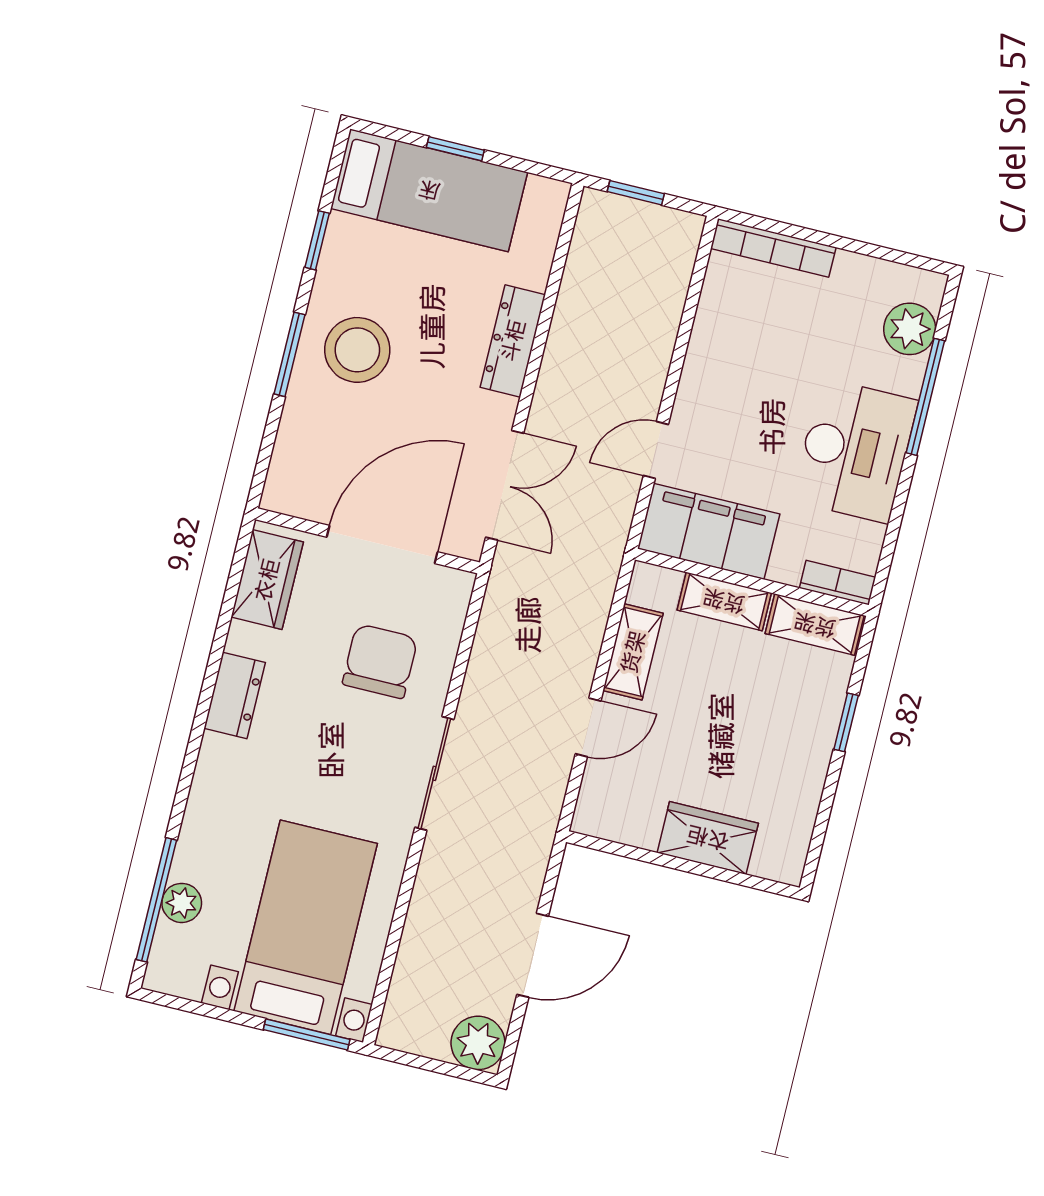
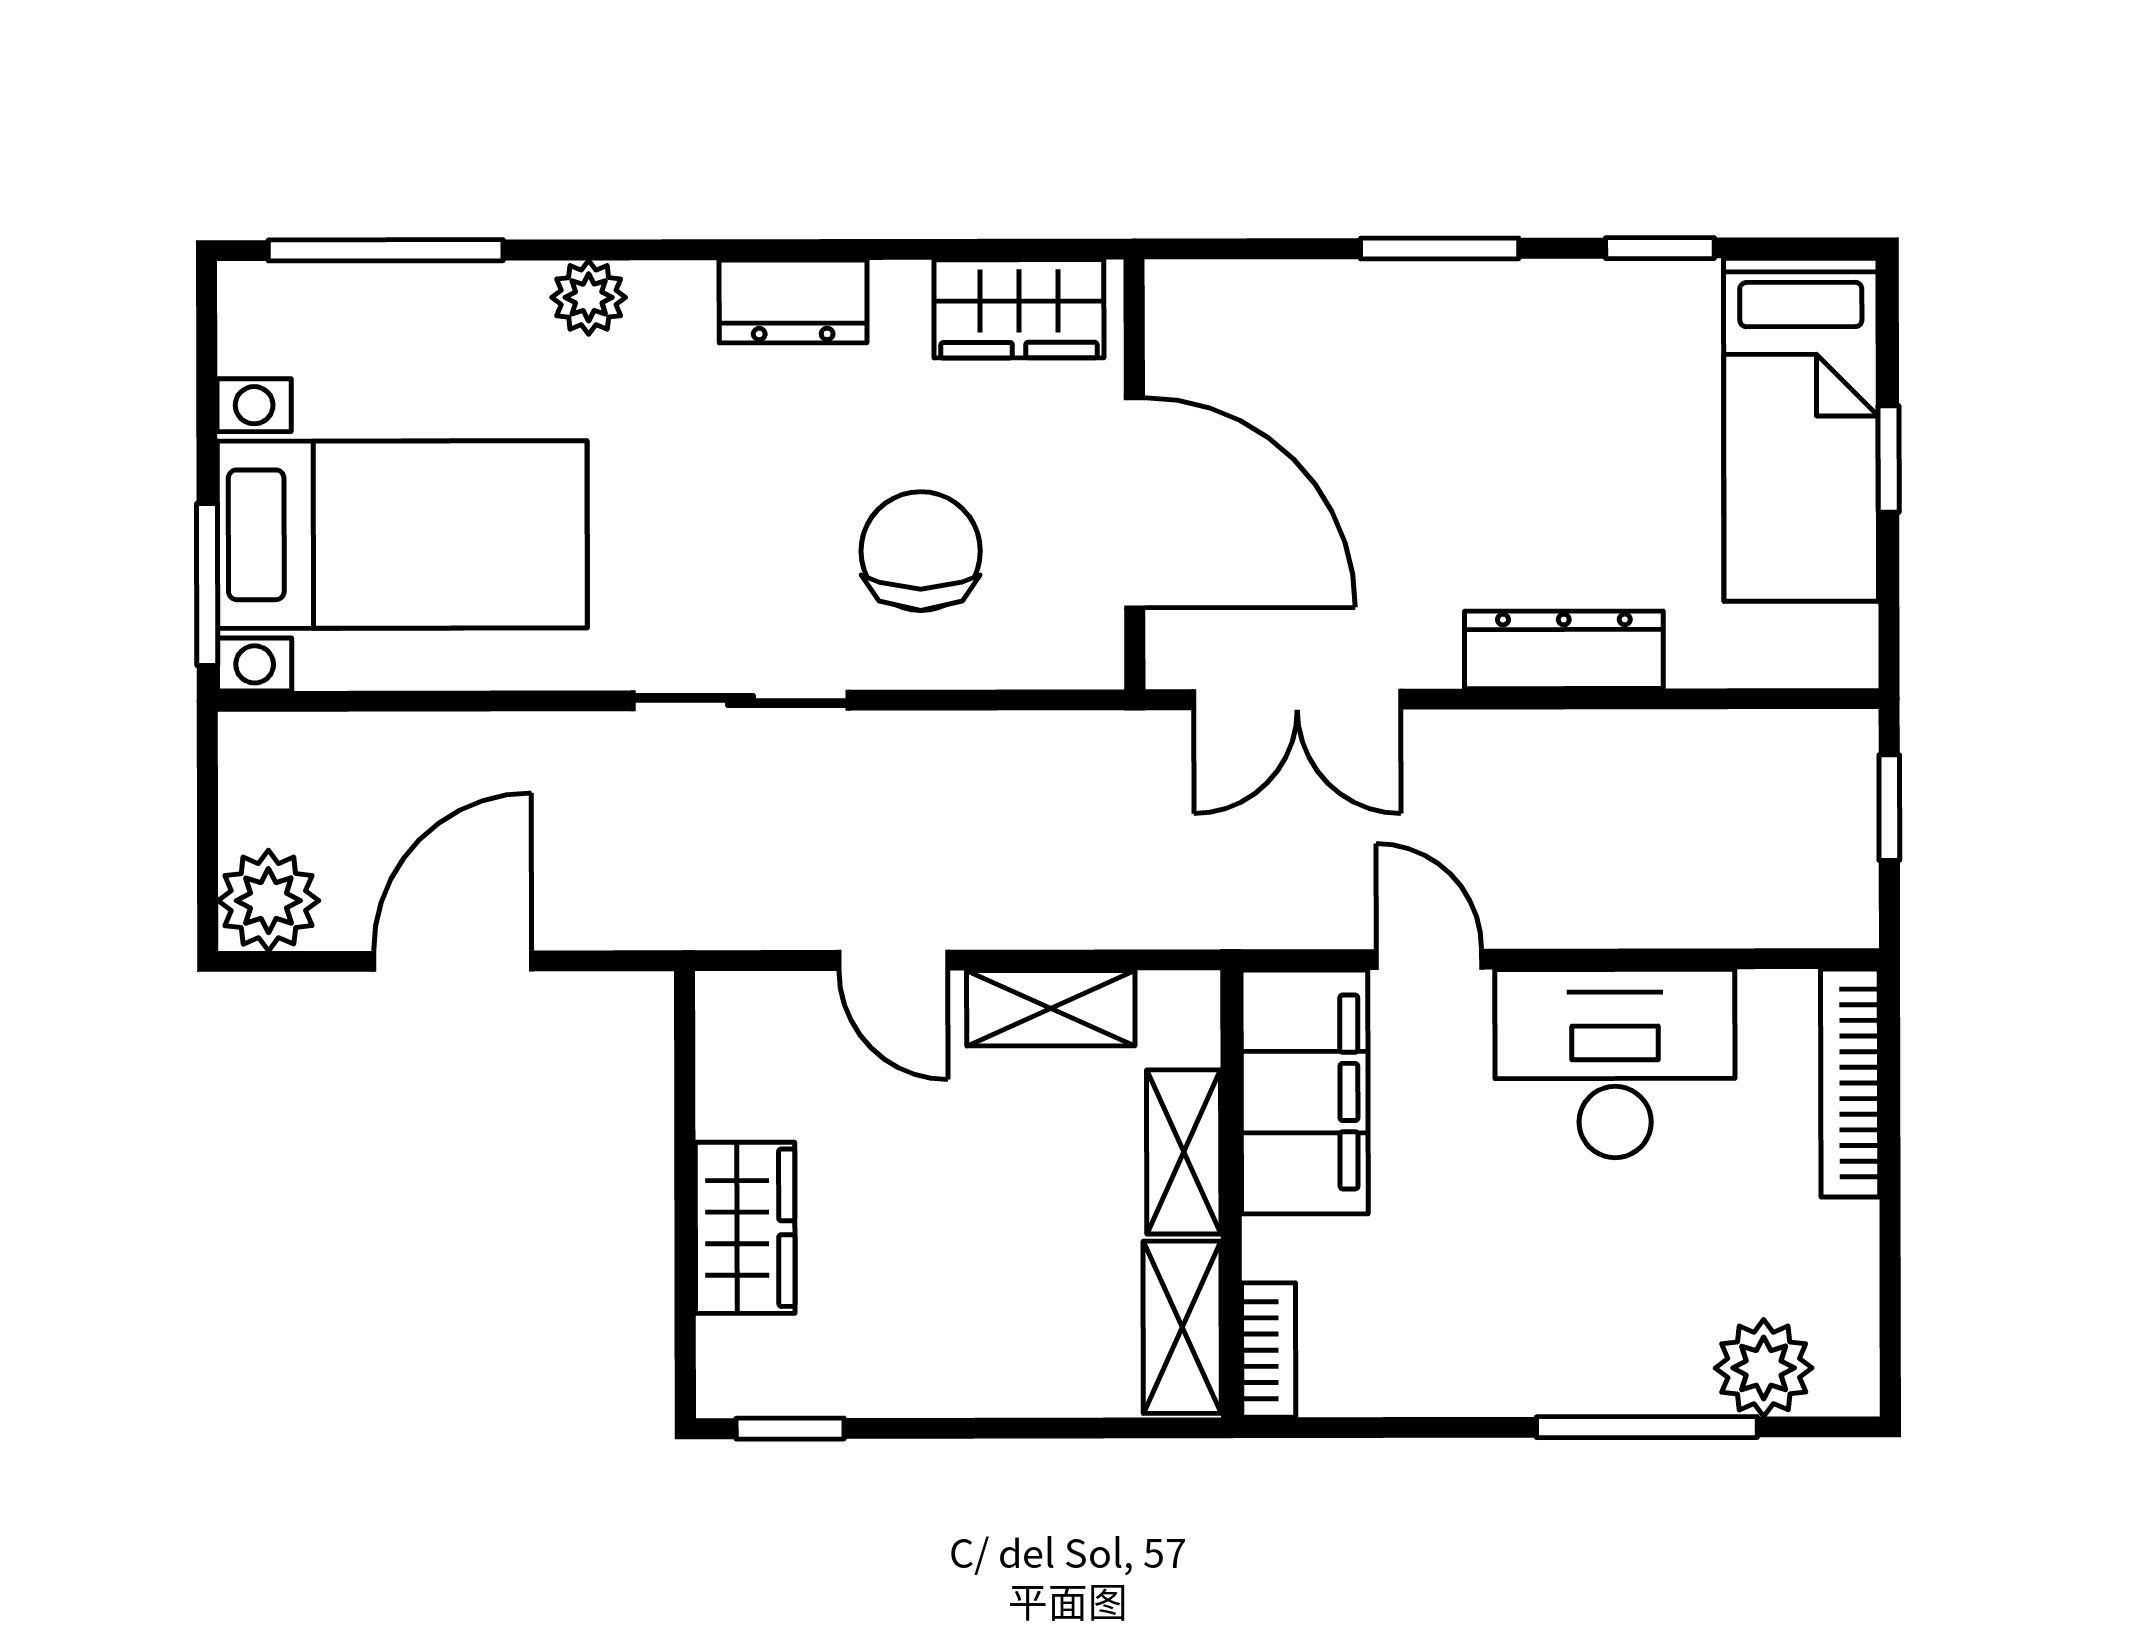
stool: (357, 350) -> (1478, 370), removed
desk: (855, 451) -> (1615, 1064), moved, turned 180
chair: (380, 661) -> (921, 551), turned -90
window: (846, 722) -> (790, 1429), moved
plant: (182, 903) -> (589, 297), moved
door: (533, 955) -> (453, 961), swing flipped

